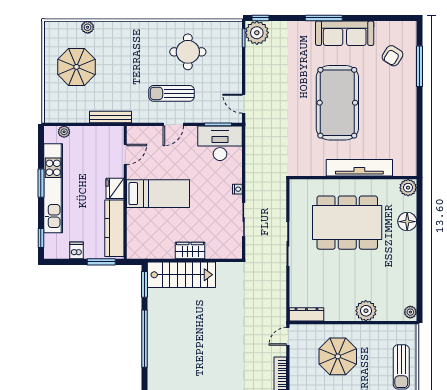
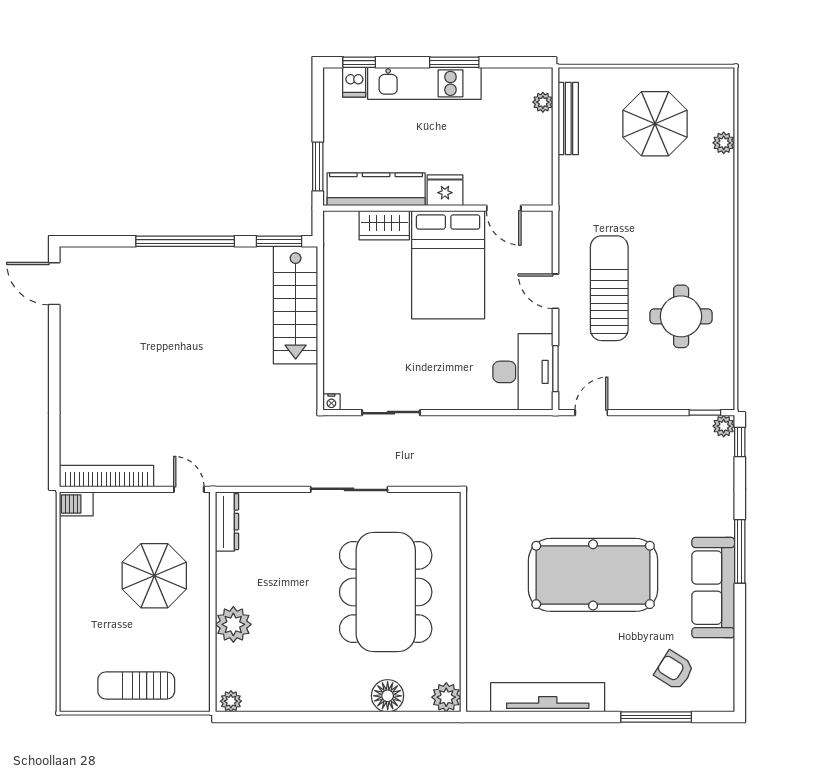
plant: (257, 33) -> (724, 426), width x0.53, depth x0.53
sun lounger: (172, 93) -> (609, 288), width x1.36, depth x1.34
bench: (111, 117) -> (568, 118), moved
tv unit: (359, 168) -> (548, 697), moved, turned -90
kitchen unit: (53, 188) -> (424, 83), width x0.73
nightstand: (237, 189) -> (331, 402), moved
bed: (158, 194) -> (448, 265), width x1.50
dishwasher: (76, 250) -> (354, 82), moved, turned 90
wardrobe: (190, 251) -> (384, 225), moved, turned 90

